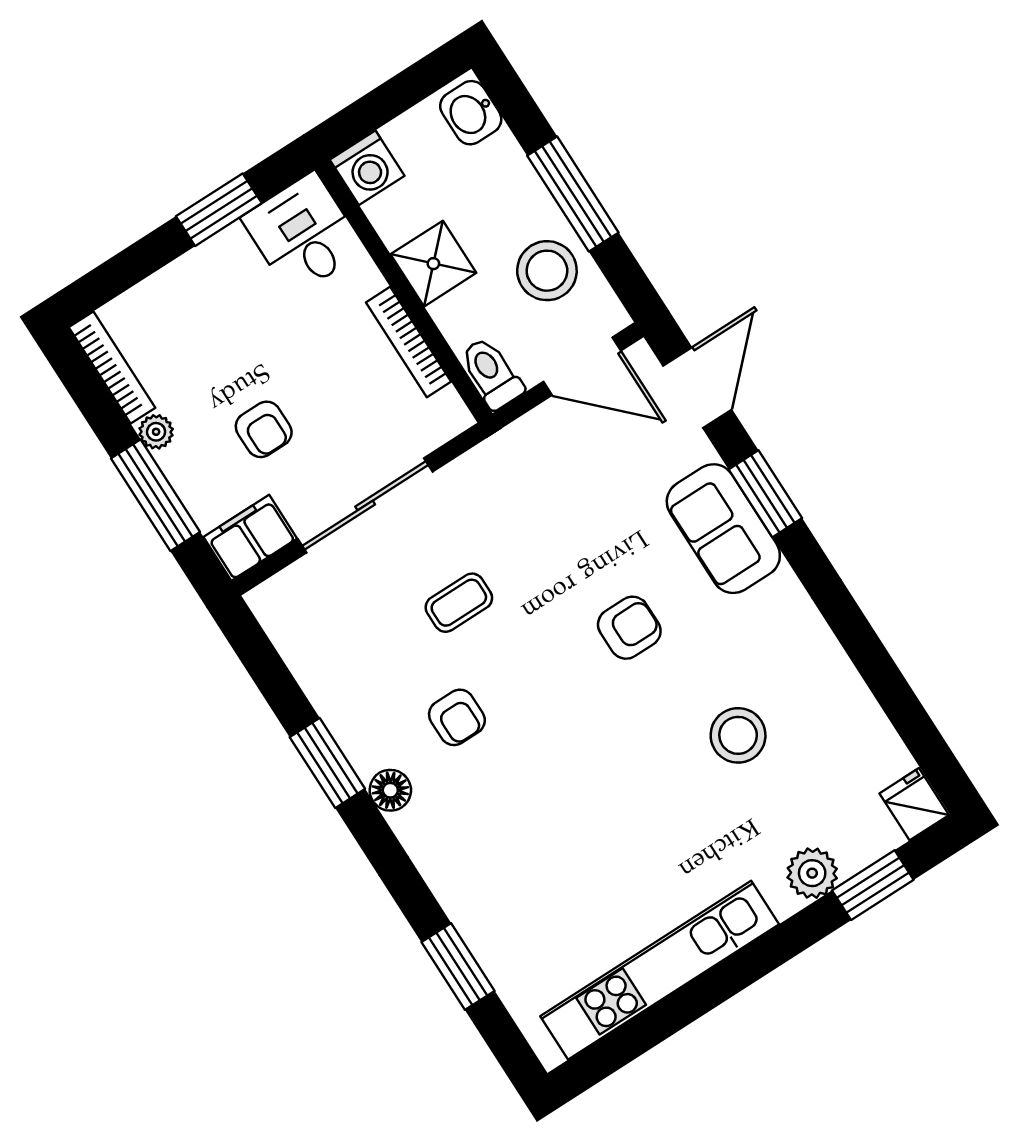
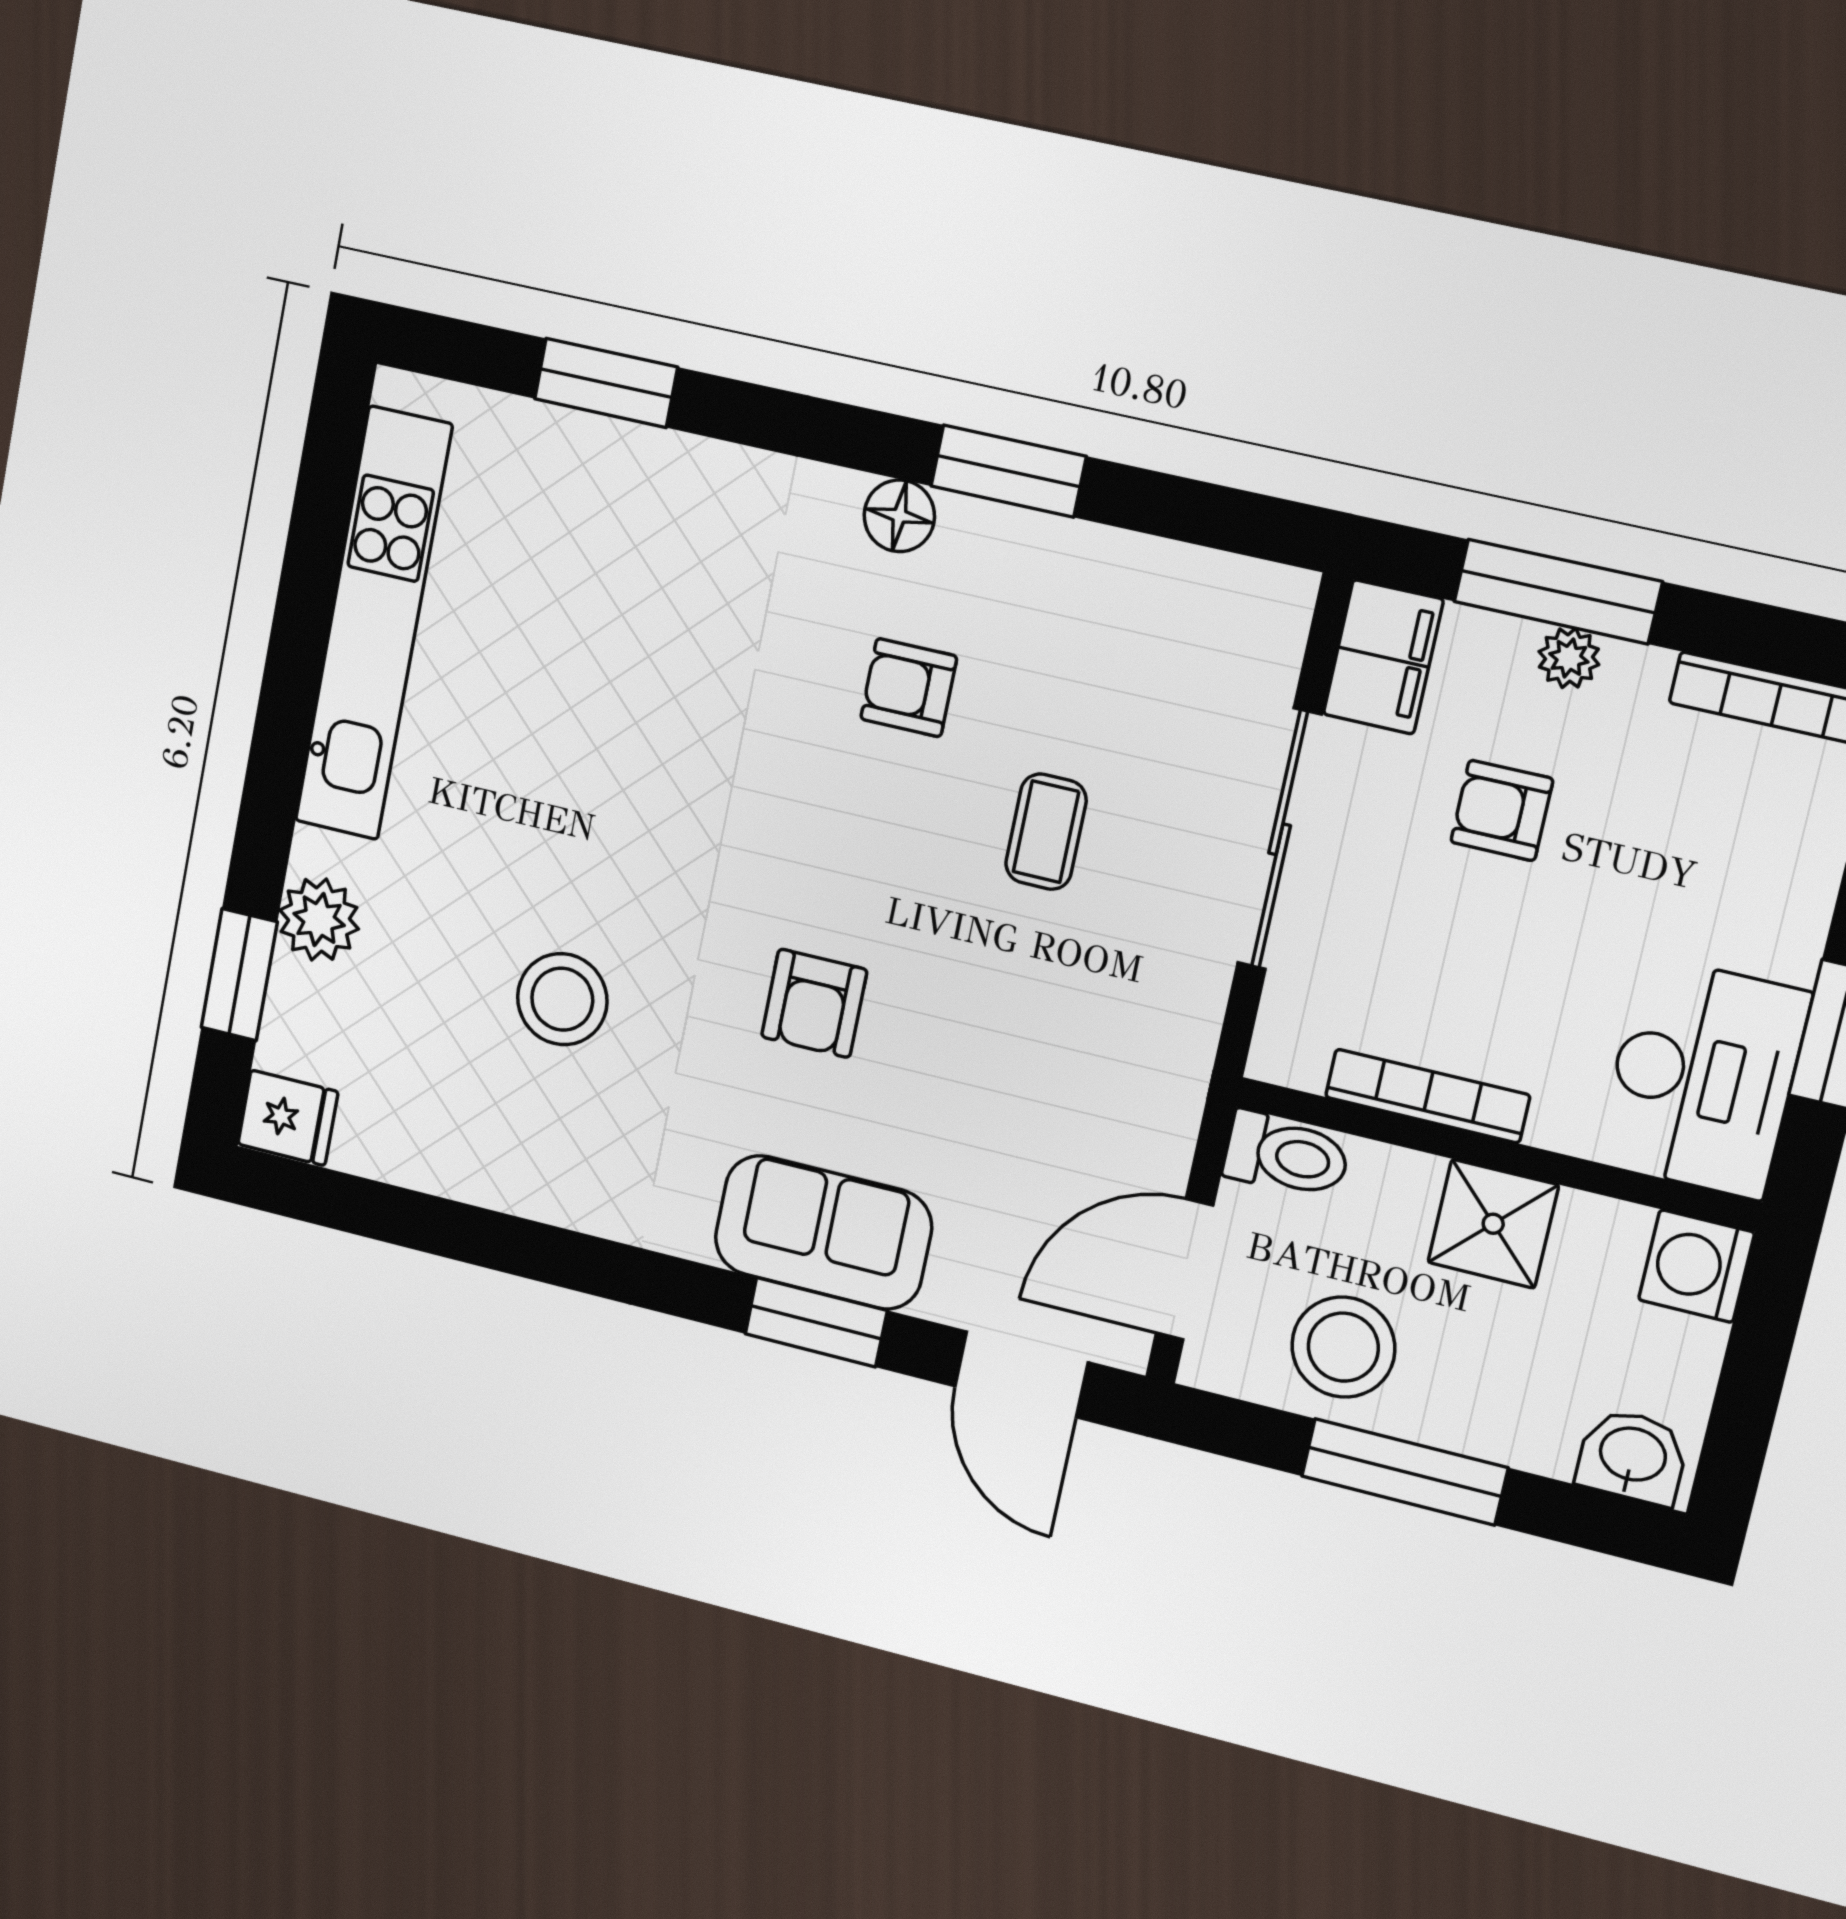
desk: (303, 234) -> (1703, 1078), width x1.37
plant: (156, 432) -> (1569, 658), moved

